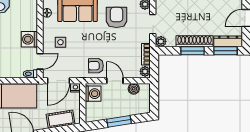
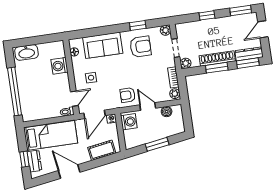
armchair: (117, 17) -> (140, 47), turned 90
washing machine: (29, 39) -> (59, 66), moved

